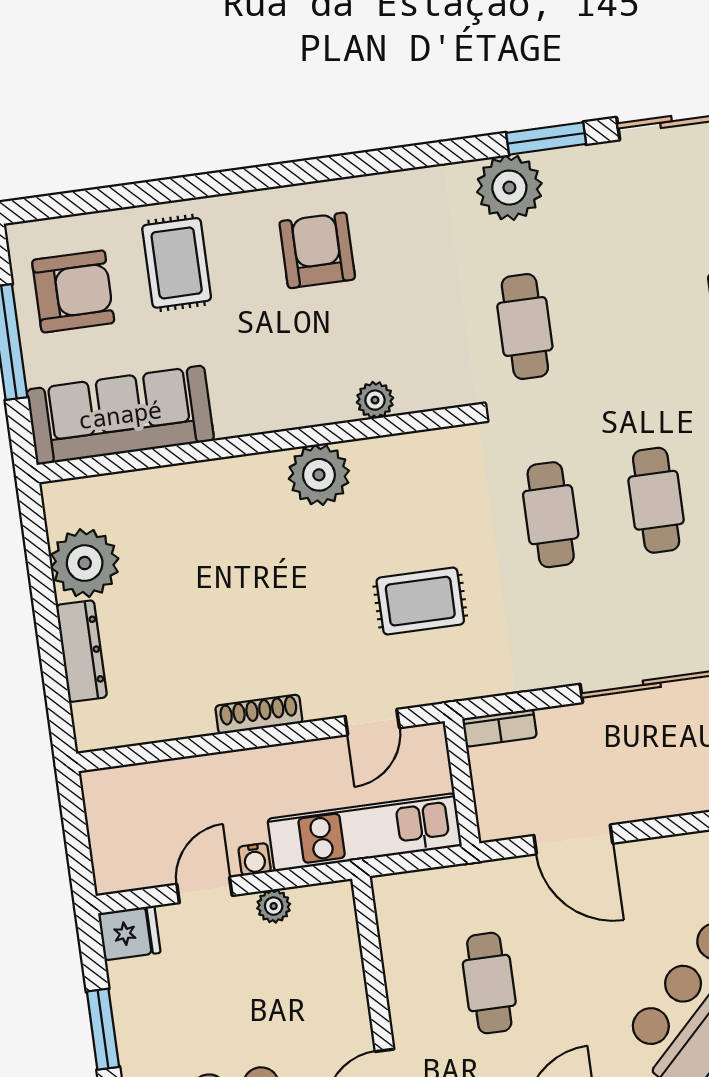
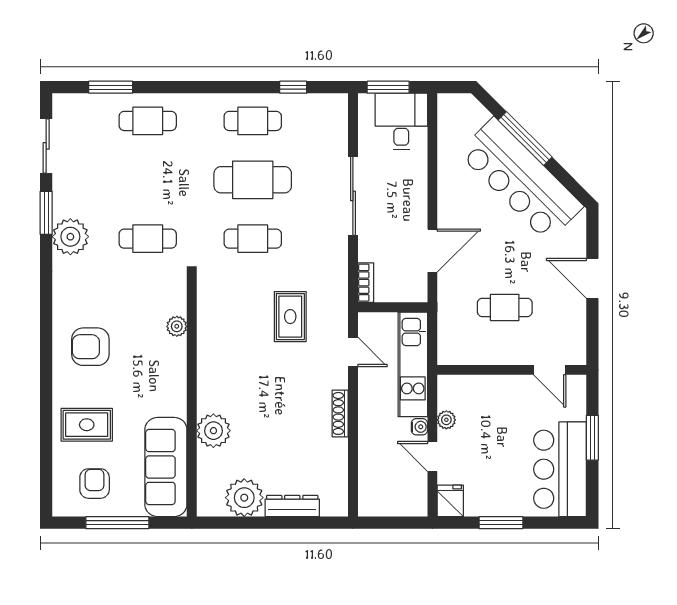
armchair: (73, 291) -> (95, 484), width x0.72, depth x0.72
plant: (319, 475) -> (213, 431), moved
cafe table: (656, 500) -> (253, 180), width x1.37, depth x1.35

